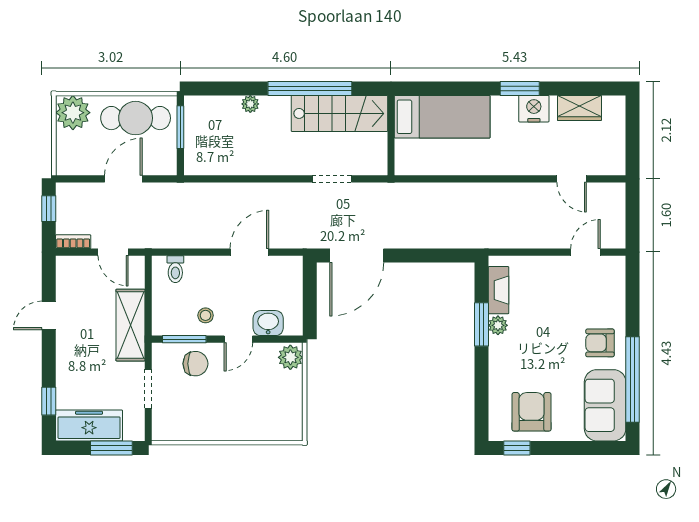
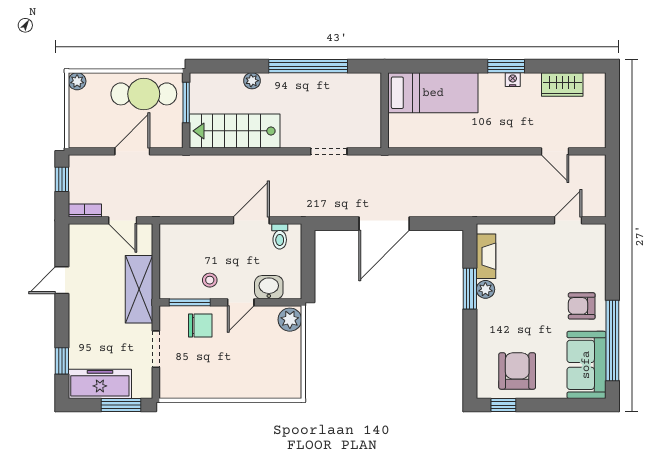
nightstand: (534, 109) -> (513, 80), width x0.53, depth x0.56
plant: (73, 113) -> (77, 81), width x0.53, depth x0.53
stairs: (339, 113) -> (235, 131), moved, turned 180
door: (357, 256) -> (384, 224), moved
toilet: (175, 269) -> (280, 236), moved

